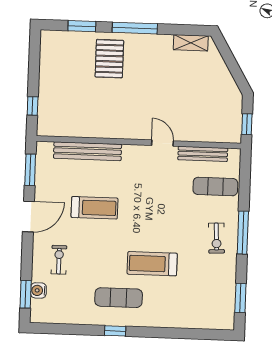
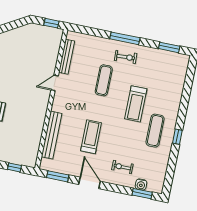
exercise mat: (215, 187) -> (104, 80), moved

